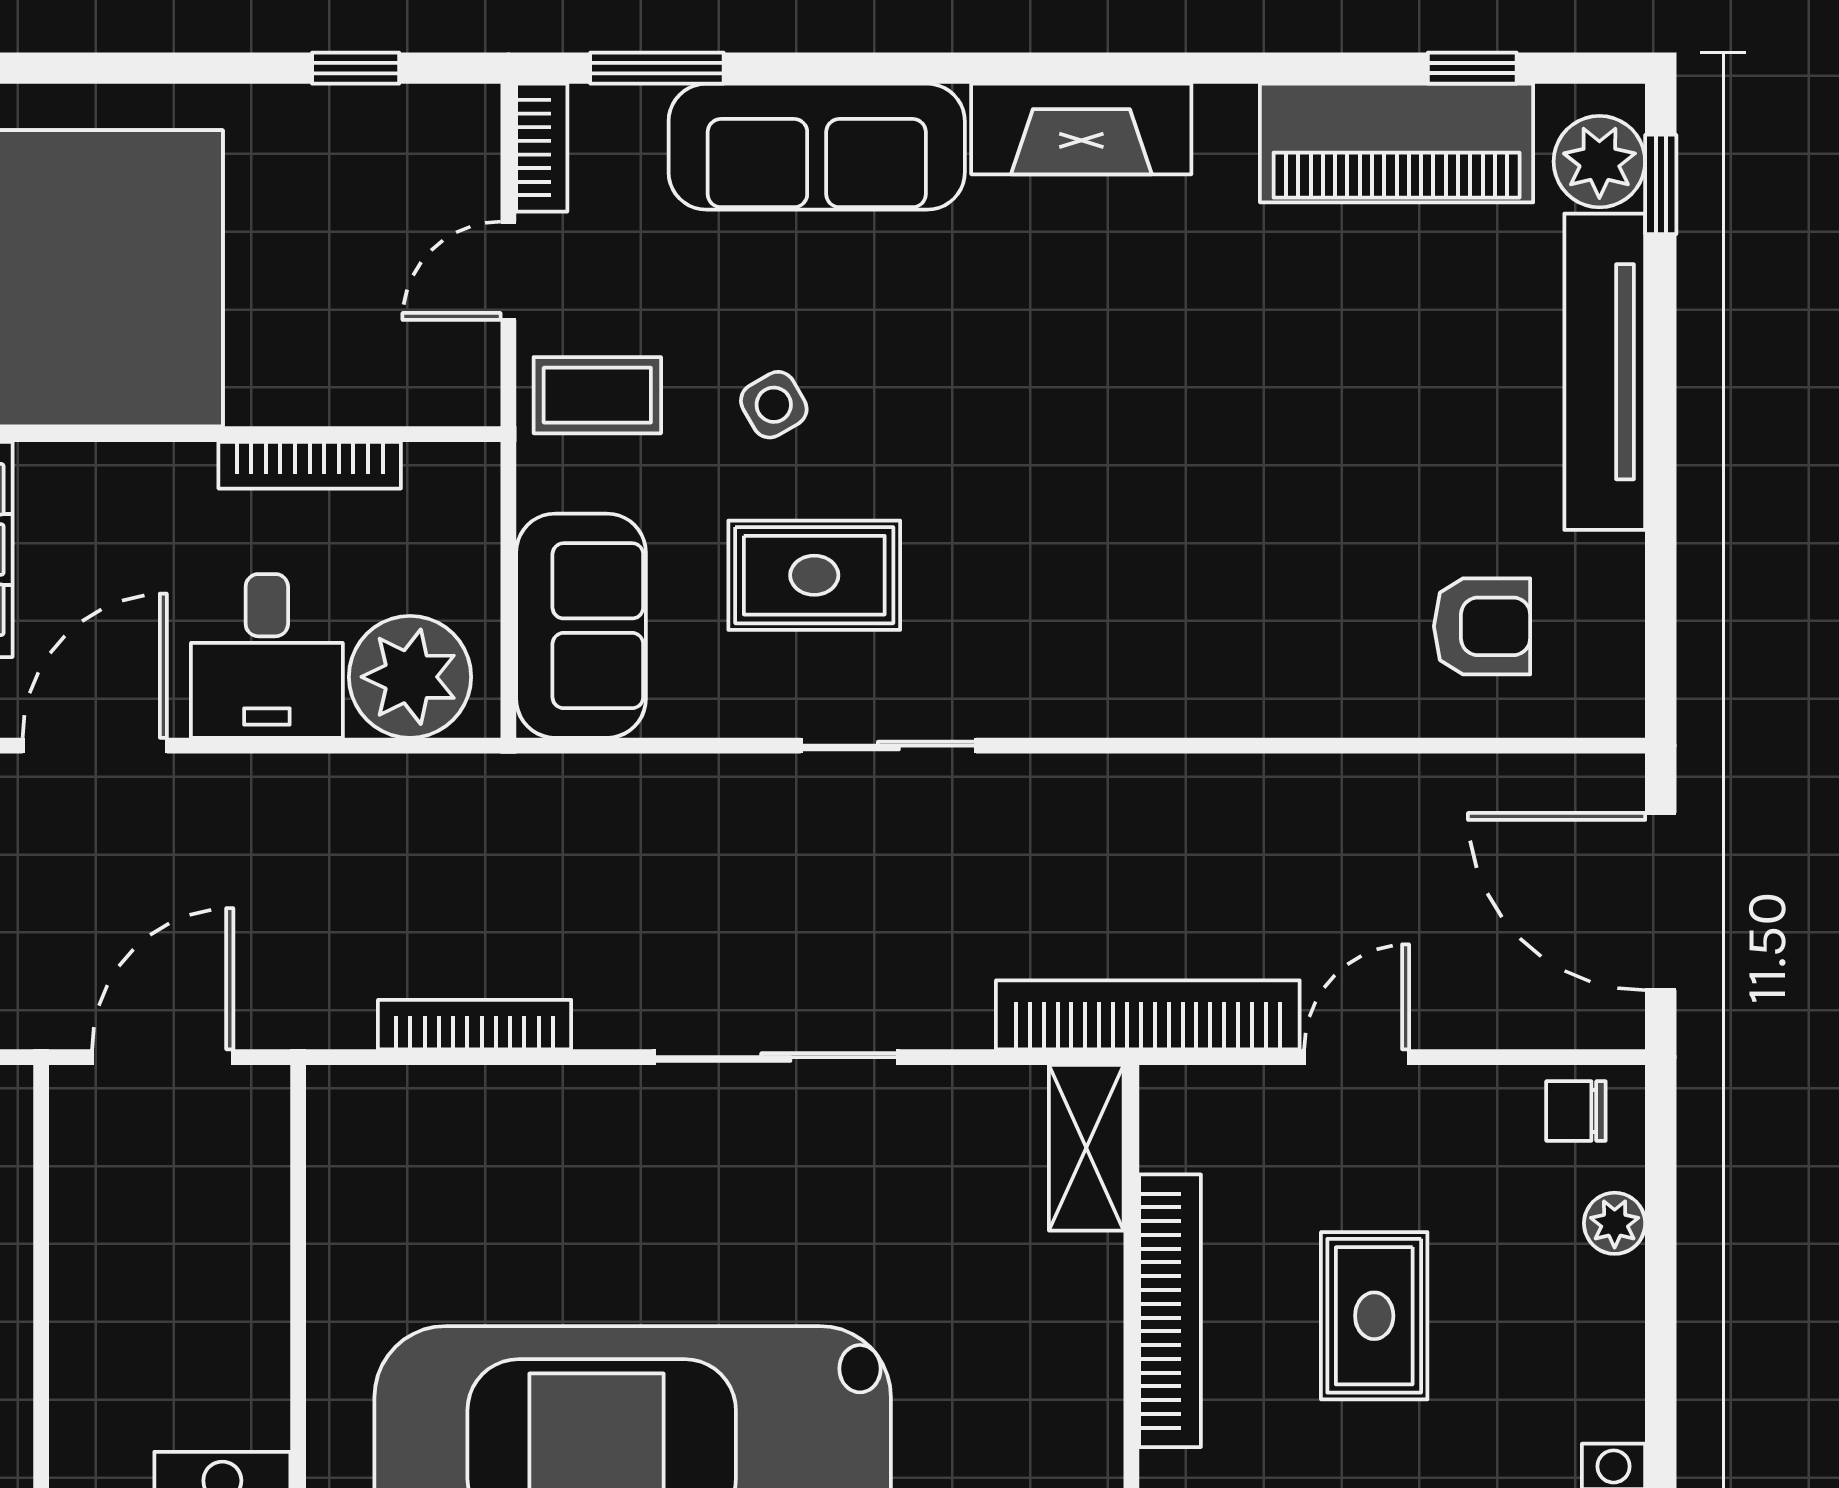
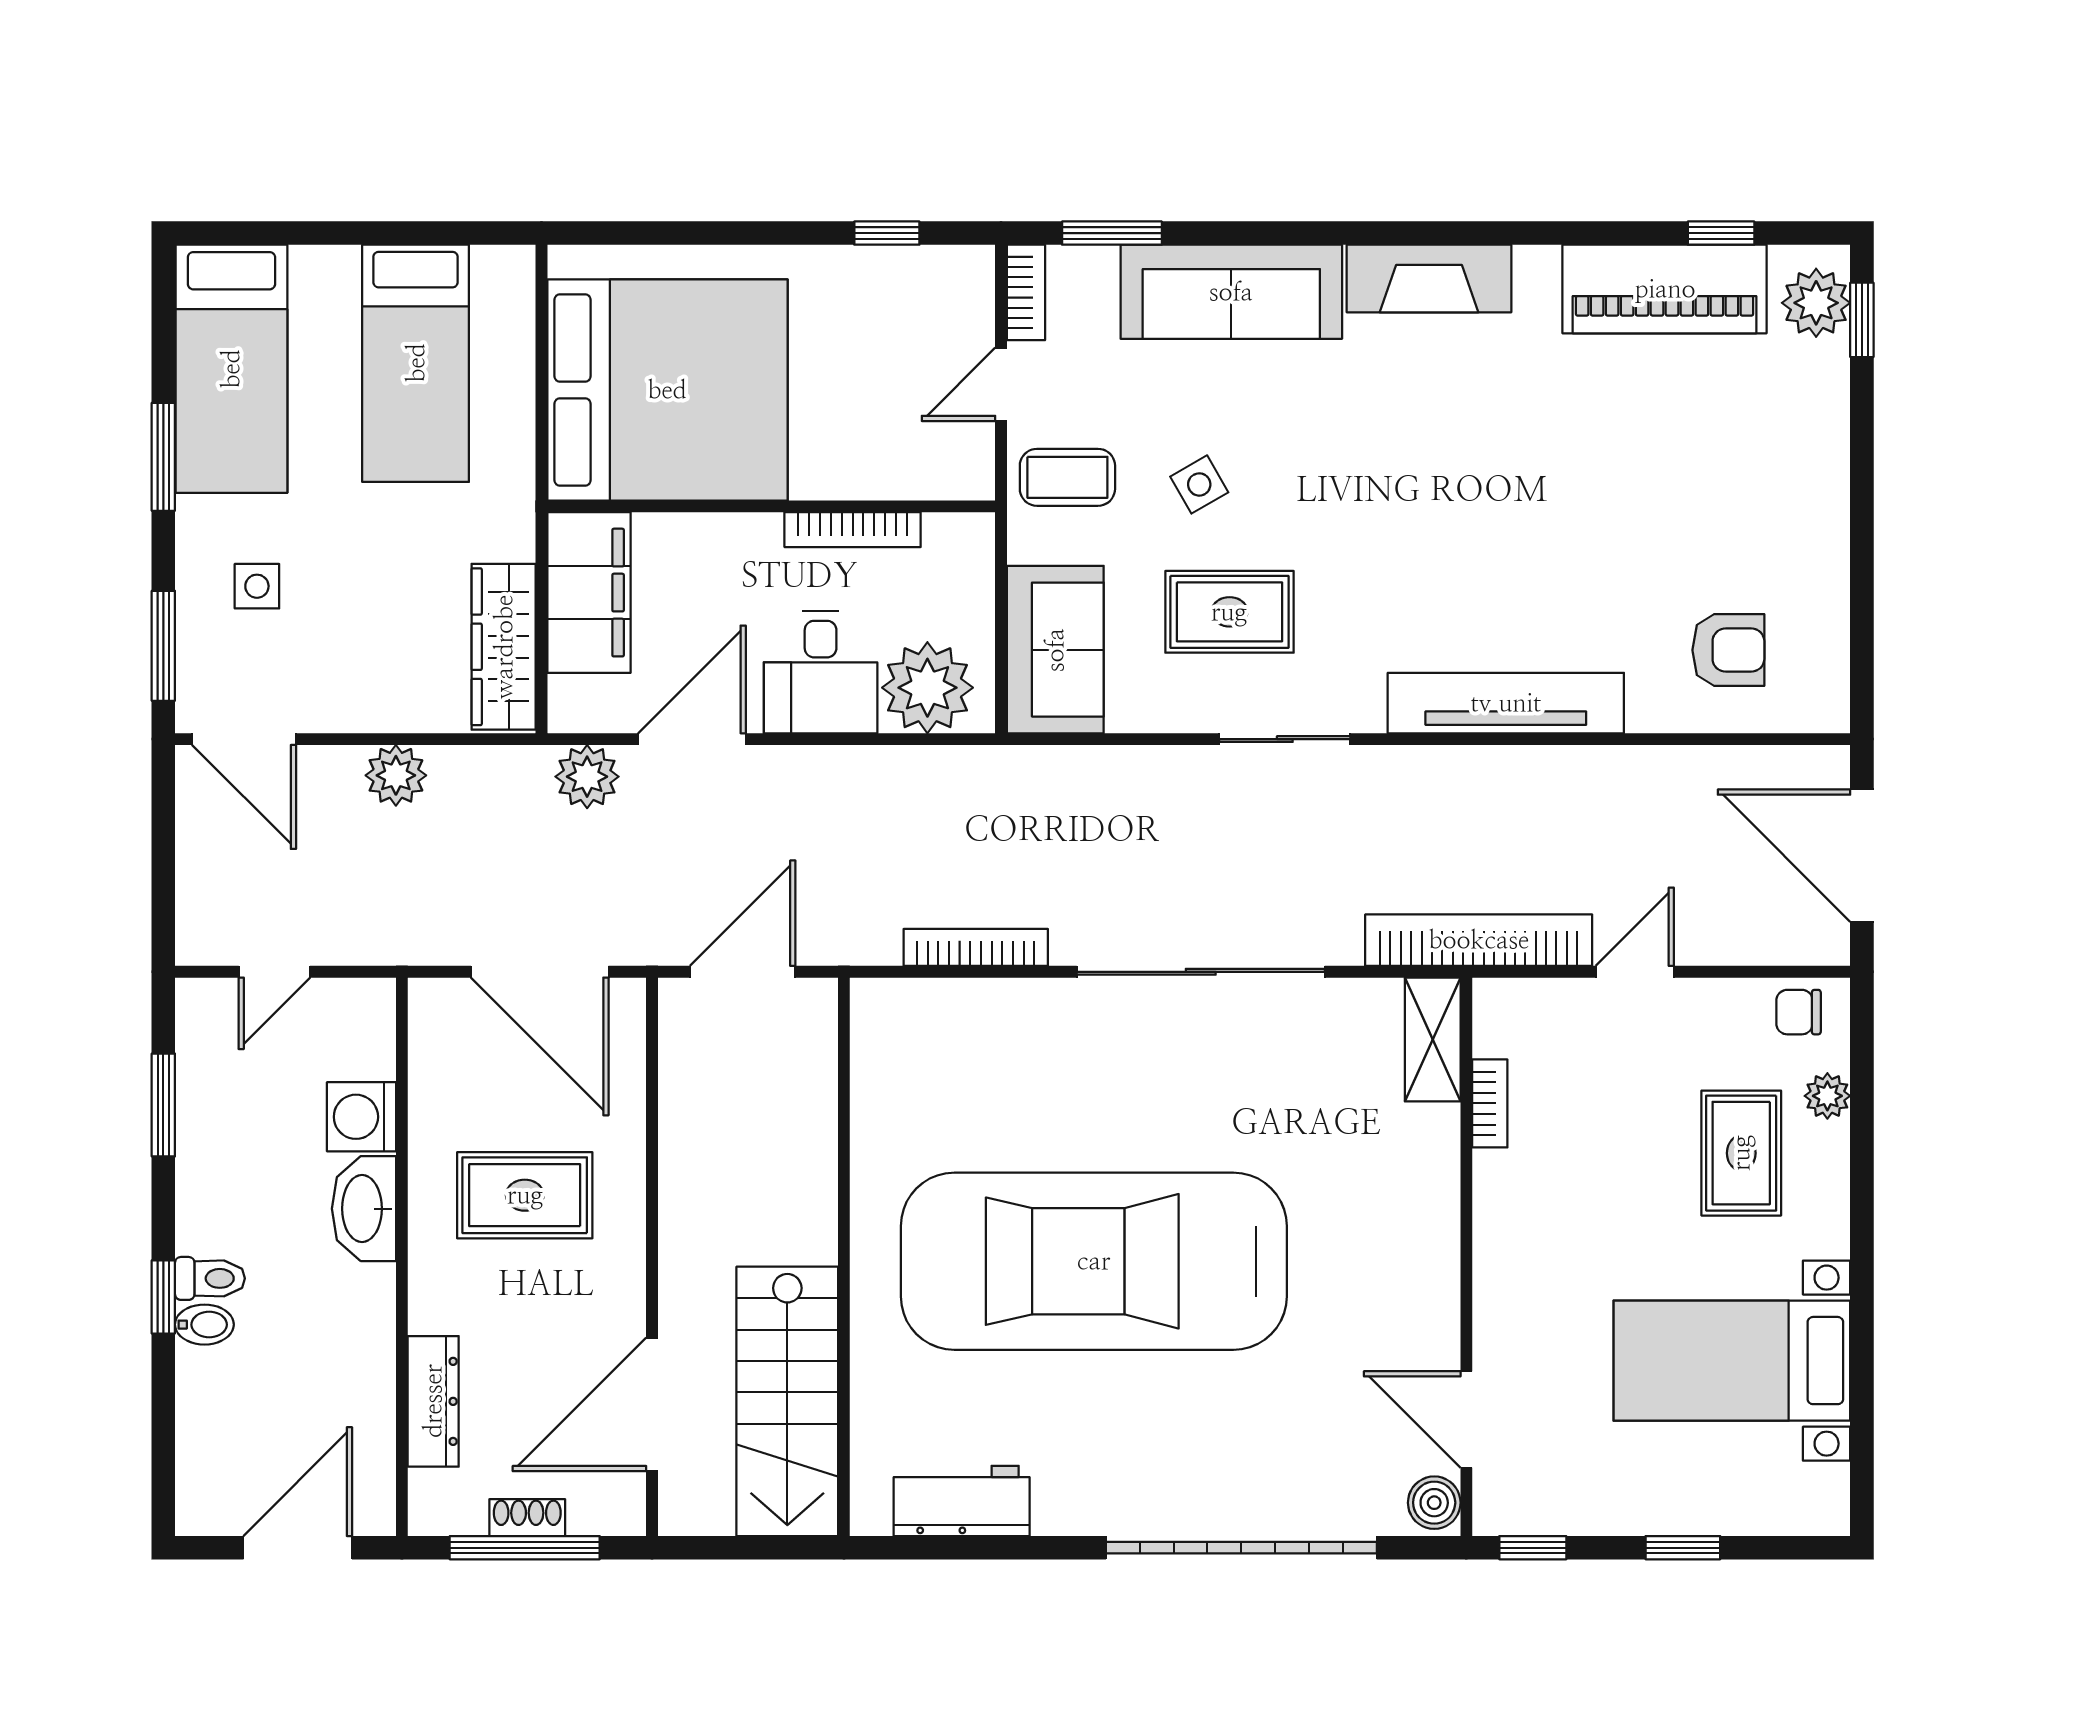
tv unit: (1605, 372) -> (1506, 703), moved, turned 90
sliding door: (776, 1057) -> (1201, 972), width x1.36
bookcase: (1170, 1311) -> (1490, 1103), width x0.43, depth x0.76
rug: (1374, 1316) -> (1741, 1153), moved

